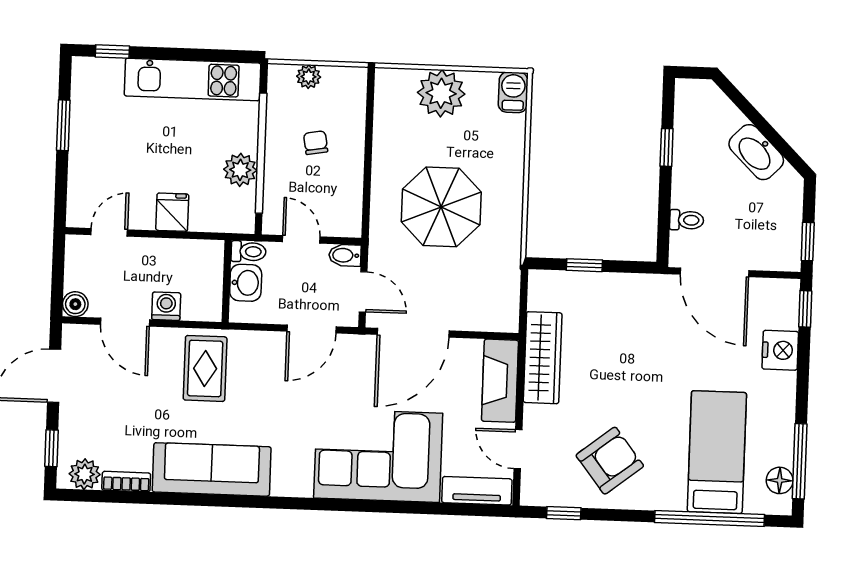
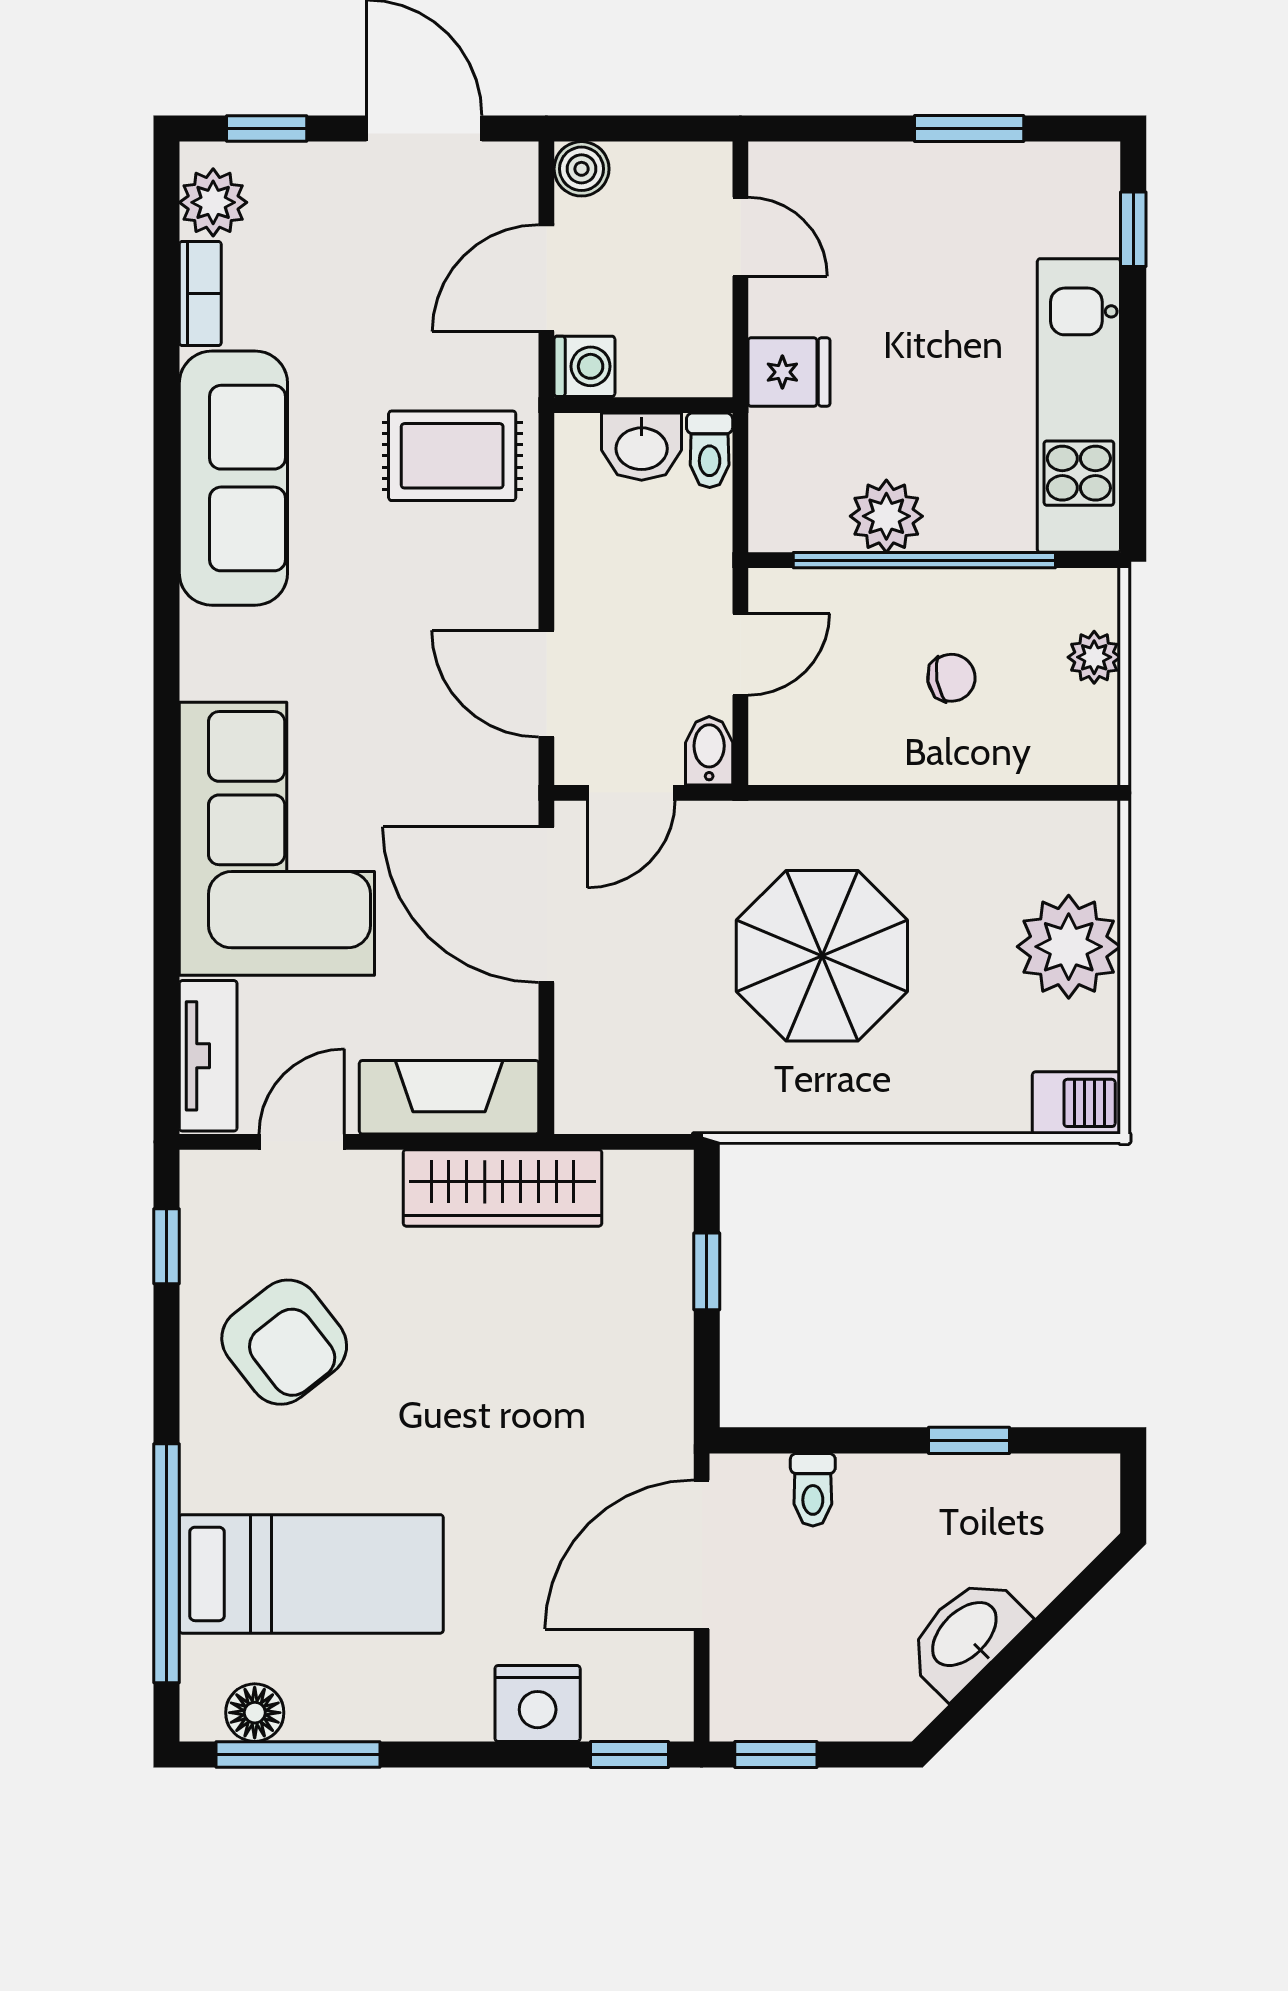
toilet: (248, 252) -> (710, 450), moved
wall: (227, 281) -> (643, 405), moved
washbasin: (246, 283) -> (642, 447), moved

